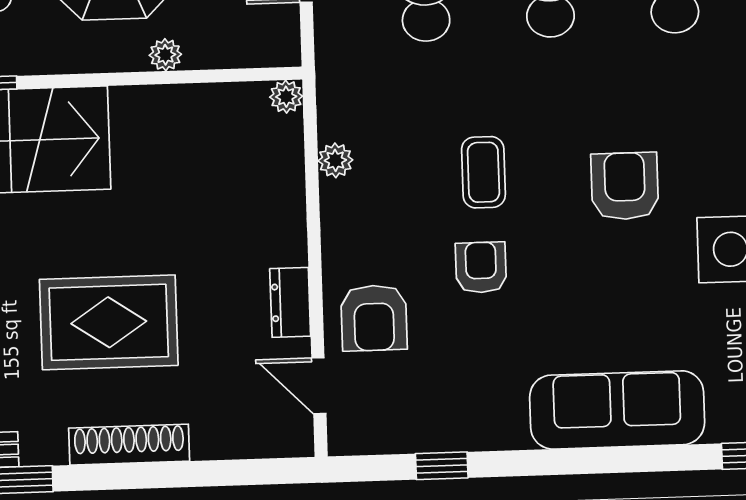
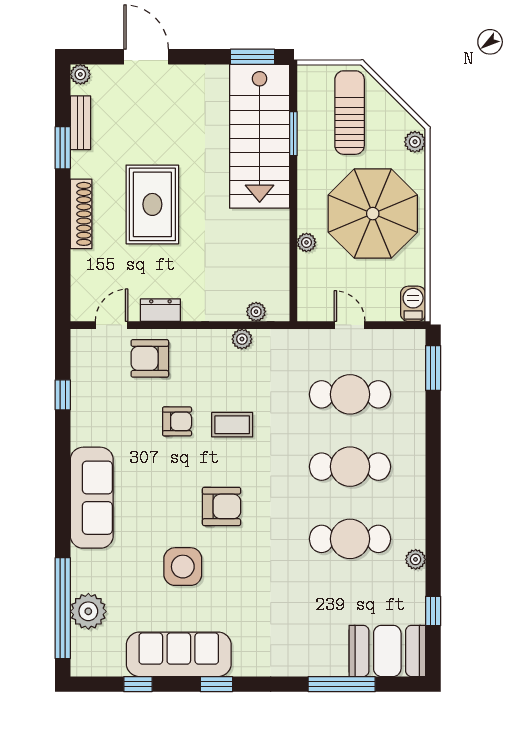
plant: (286, 97) -> (256, 312), moved

